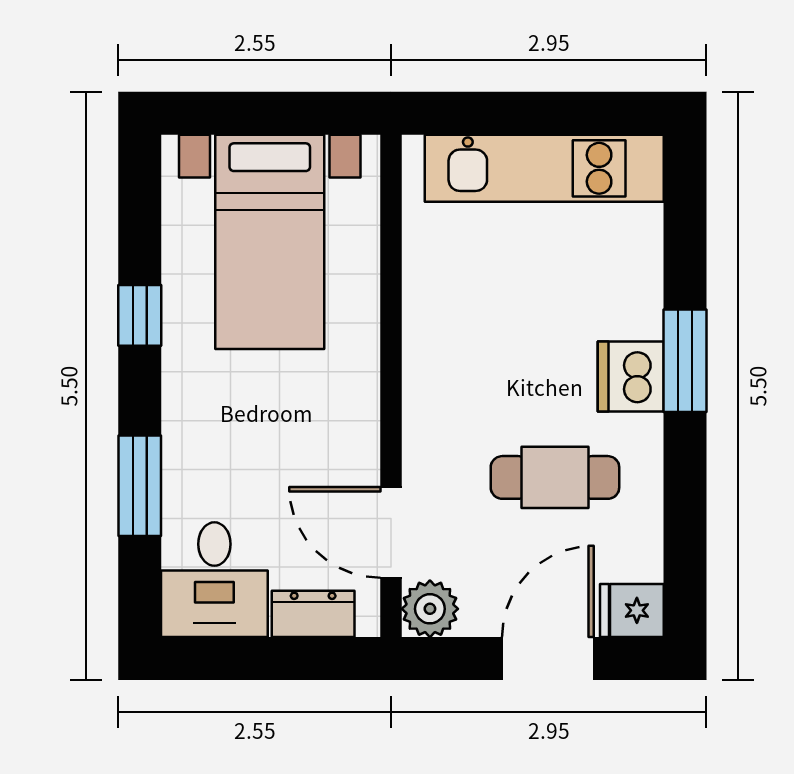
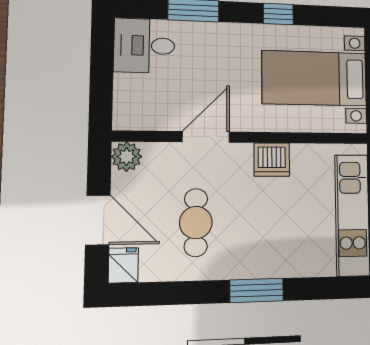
dishwasher: (631, 377) -> (272, 160), moved, turned 180
door: (391, 532) -> (206, 137), moved
dresser: (313, 614) -> (125, 96), removed

